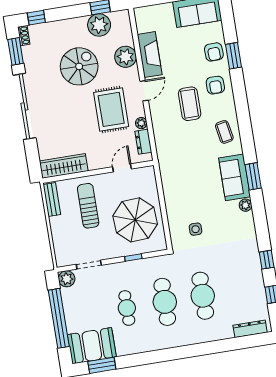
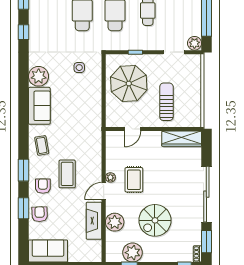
rug: (111, 109) -> (134, 180), width x0.73, depth x0.70
plant: (141, 123) -> (110, 177), moved
dresser: (143, 142) -> (111, 148), removed
window: (253, 176) -> (24, 170), moved
bench: (52, 199) -> (196, 112), removed
plant: (245, 205) -> (39, 76), width x1.88, depth x1.88
sun lounger: (88, 206) -> (166, 102), turned 180

